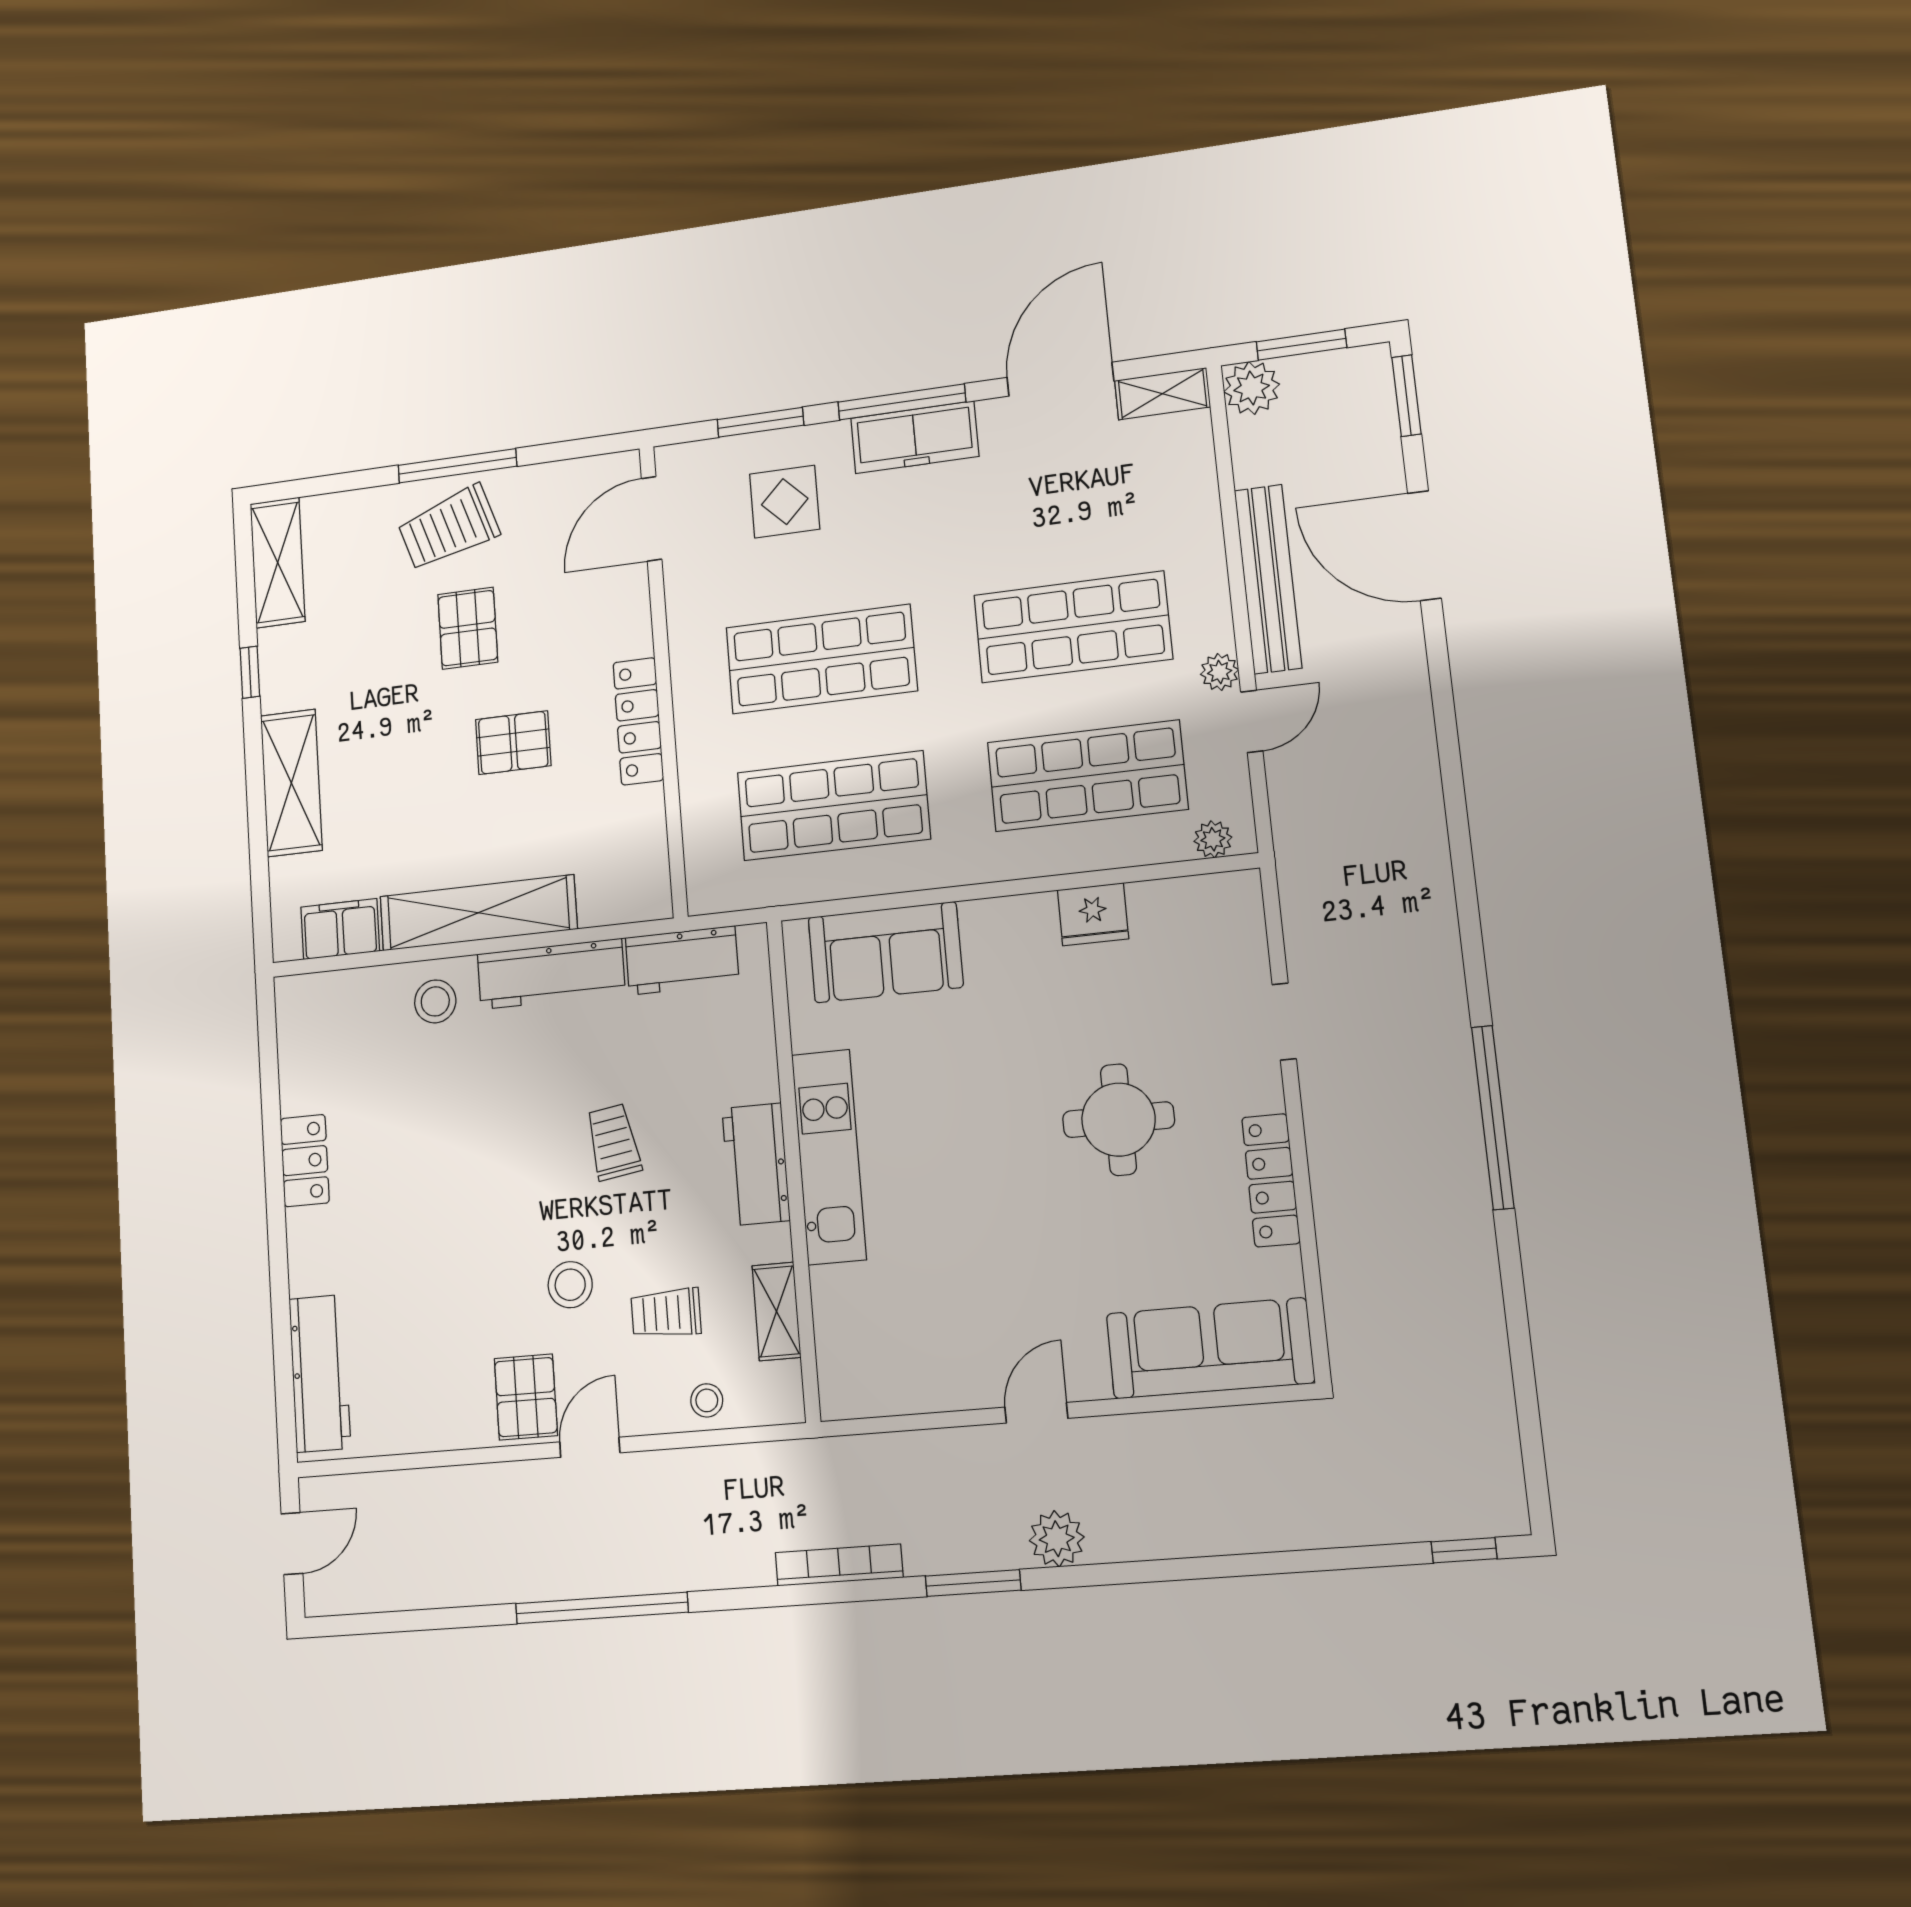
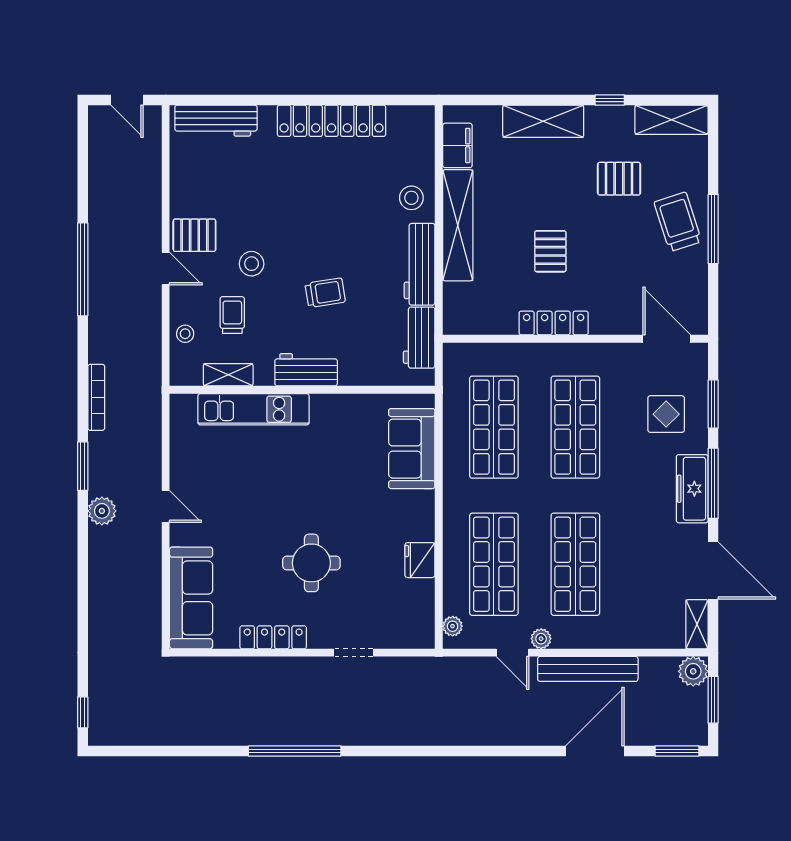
pallet: (468, 628) -> (619, 179), moved
kitchen unit: (829, 1157) -> (254, 409), moved
locker: (305, 1161) -> (332, 121), width x2.16, depth x1.21

